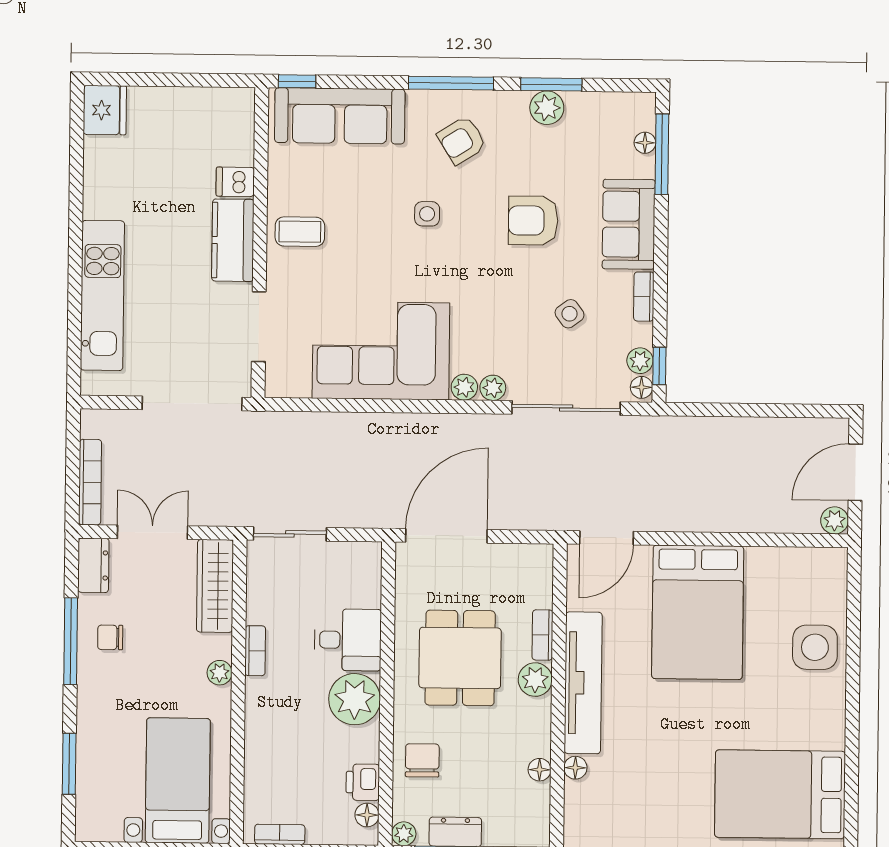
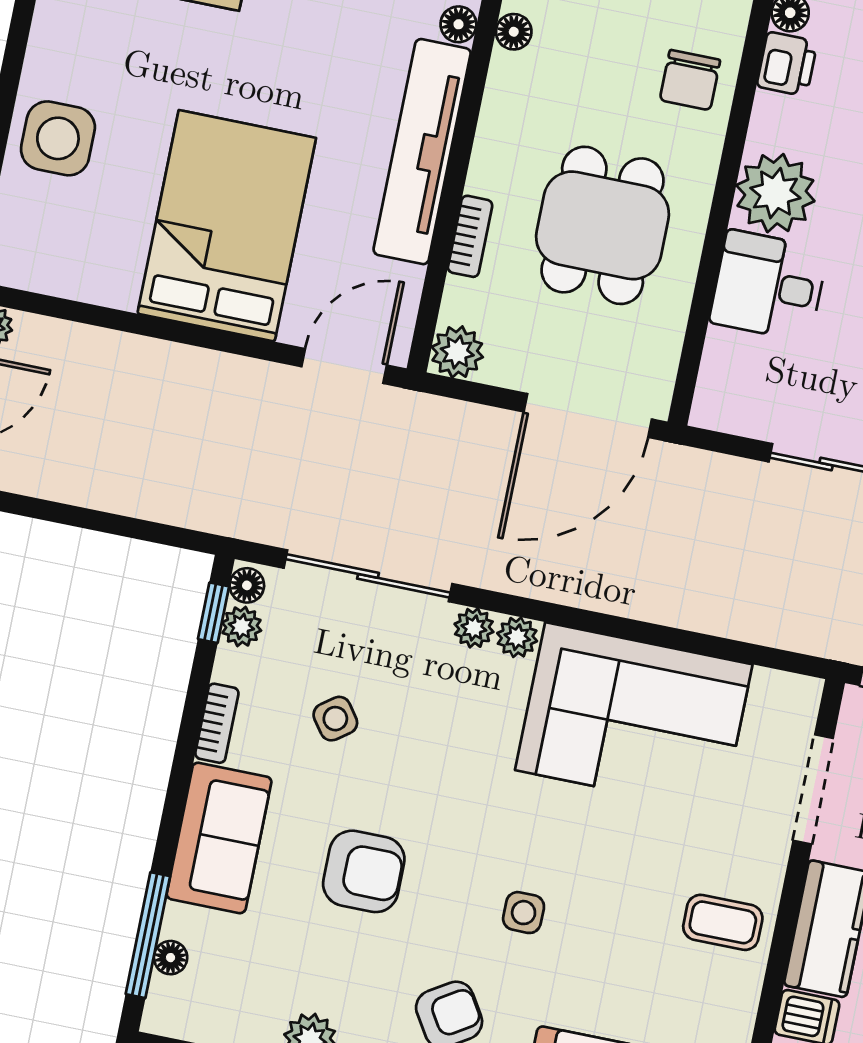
plant: (535, 680) -> (457, 352), moved

